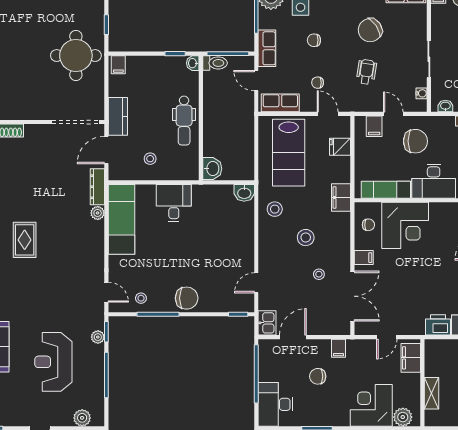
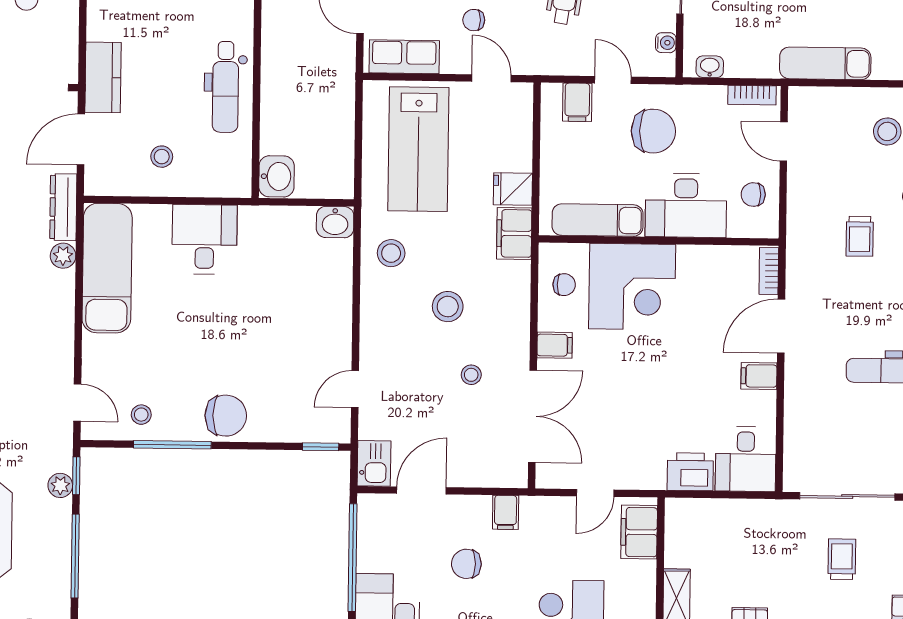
fridge: (340, 147) -> (513, 189), moved

